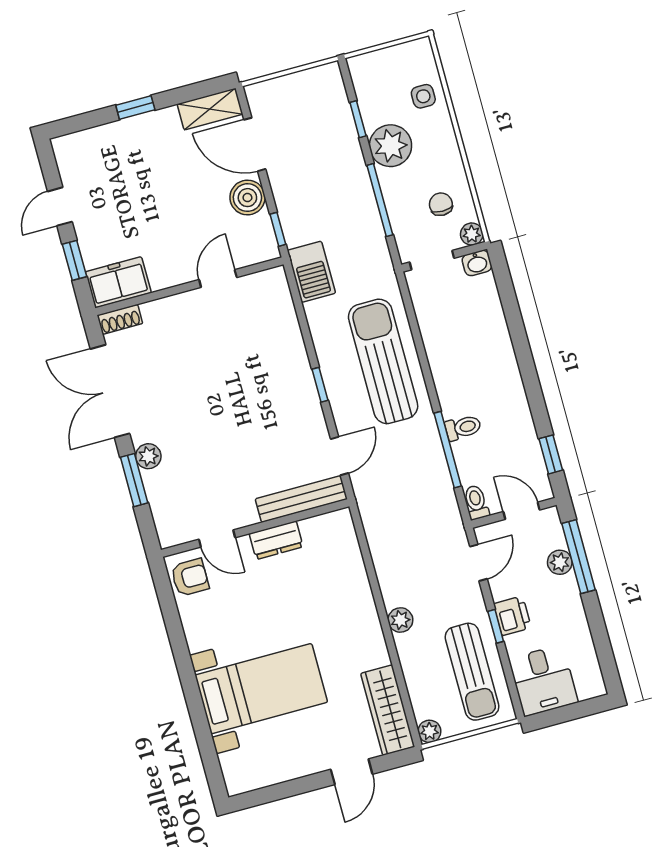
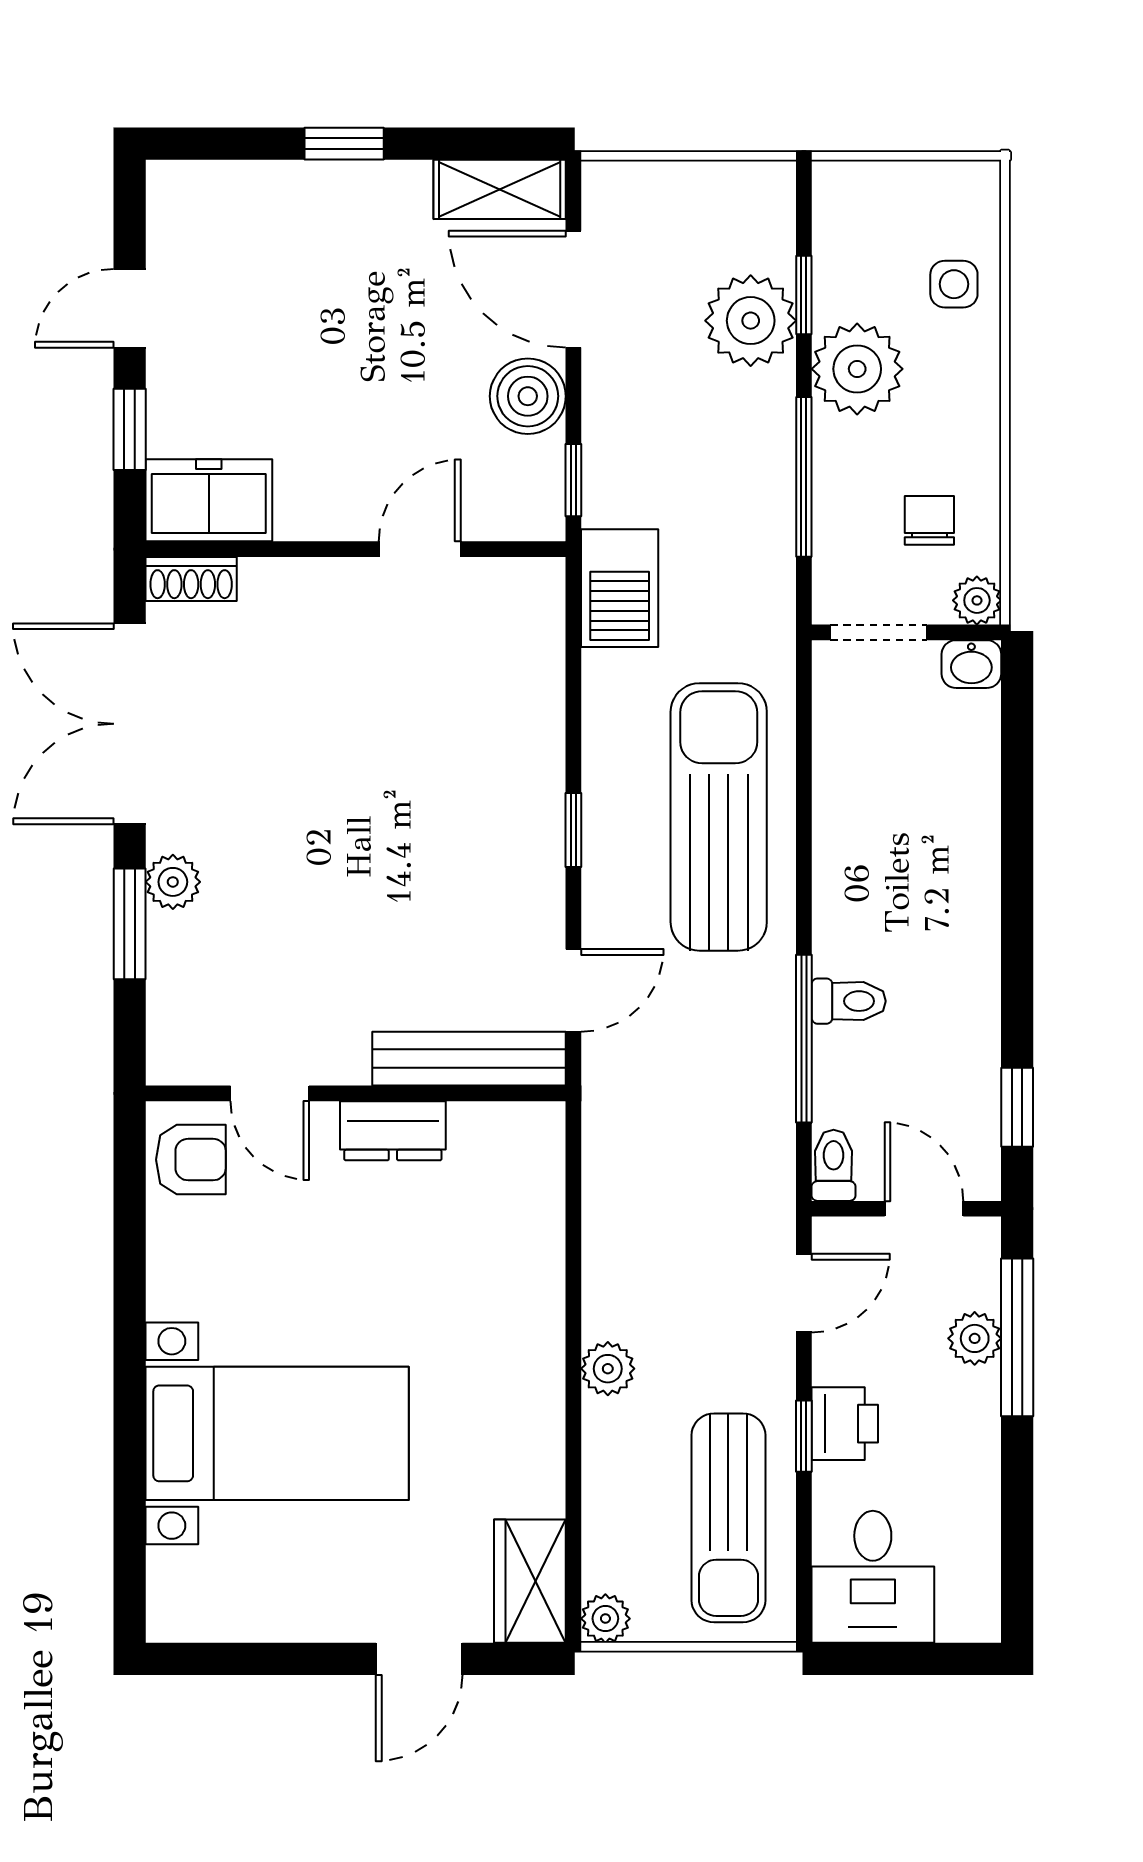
plant: (337, 137) -> (751, 321), added
wardrobe: (388, 710) -> (530, 1581), width x0.67

